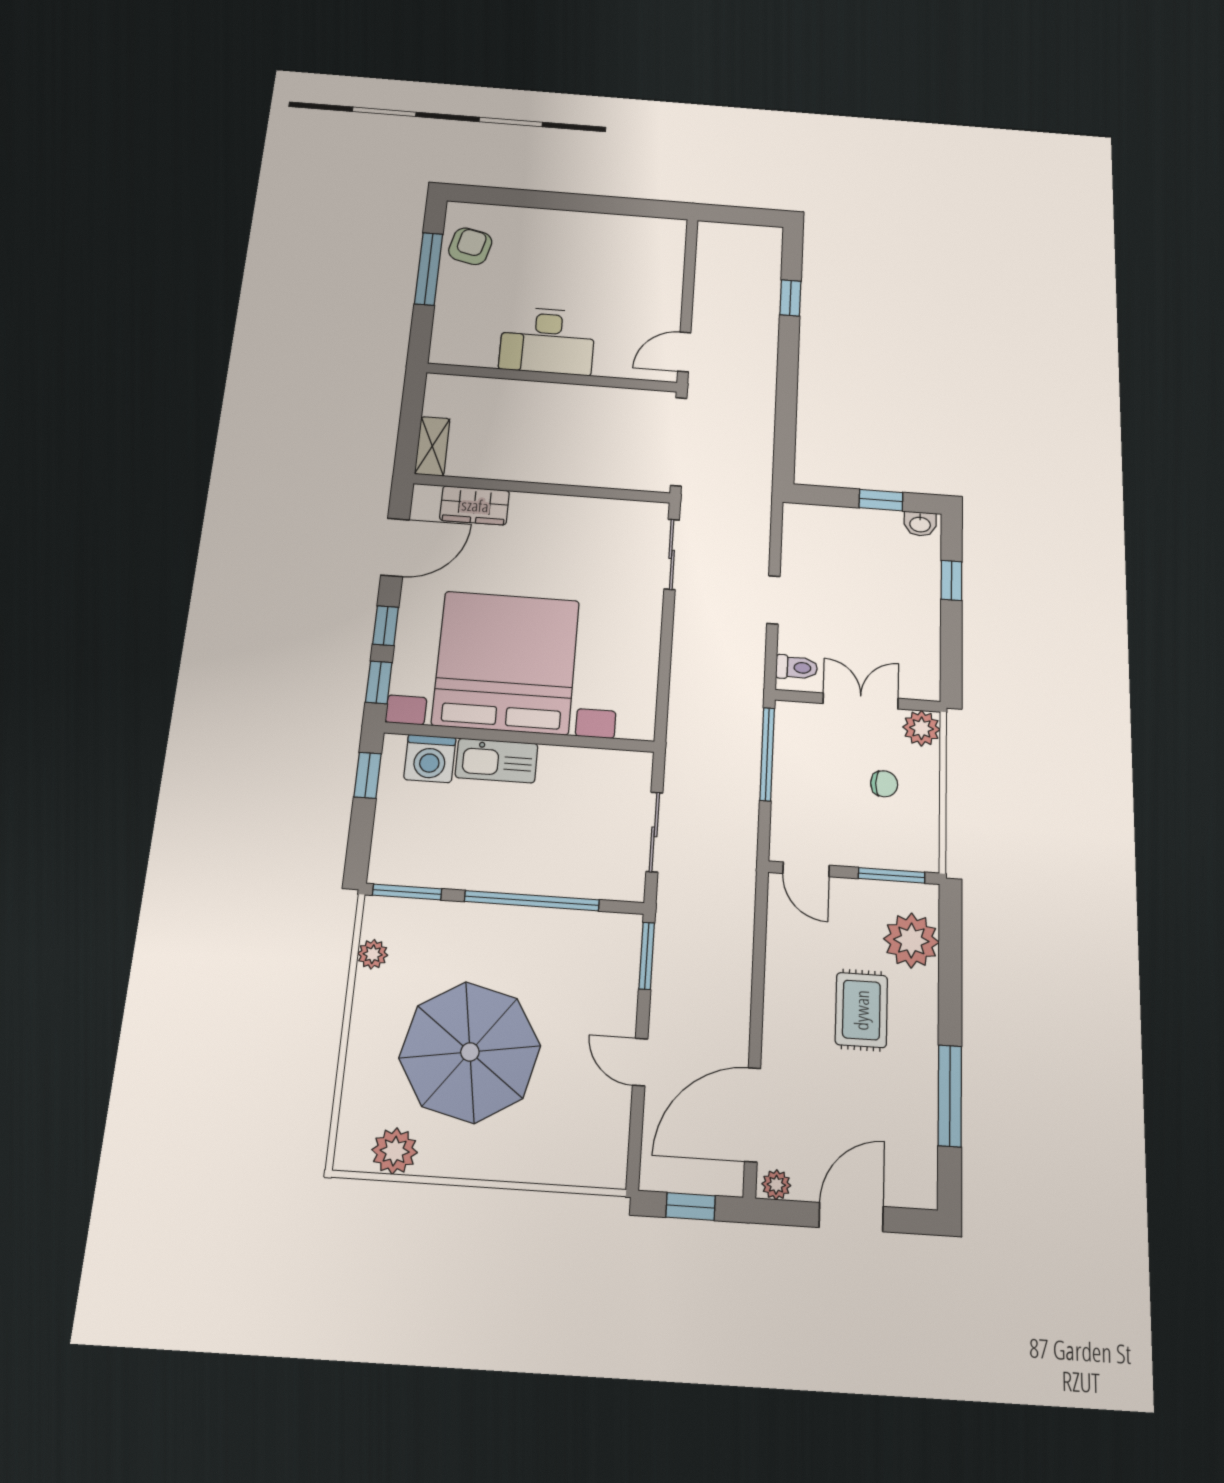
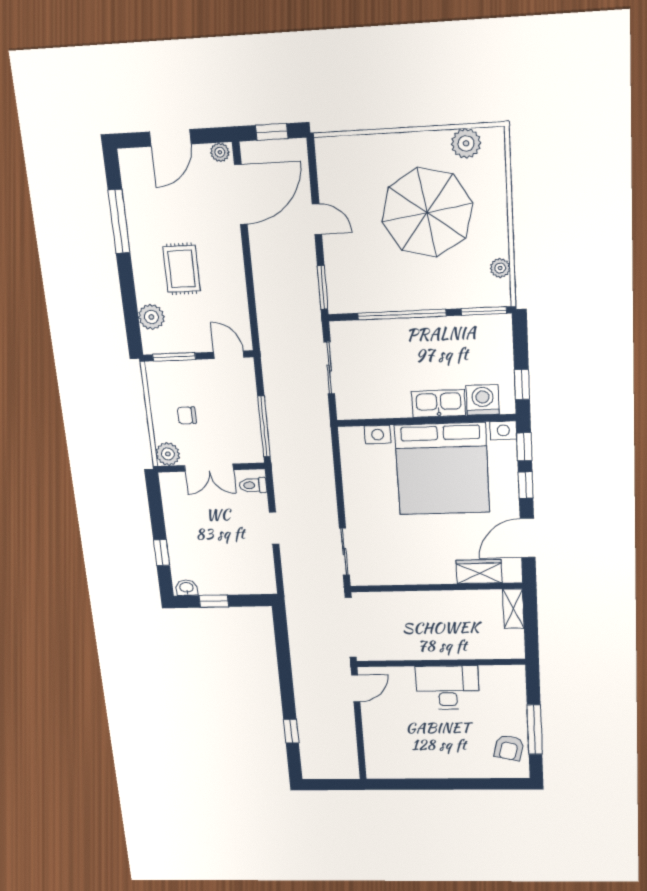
plant: (911, 940) -> (151, 317), width x0.73, depth x0.73

